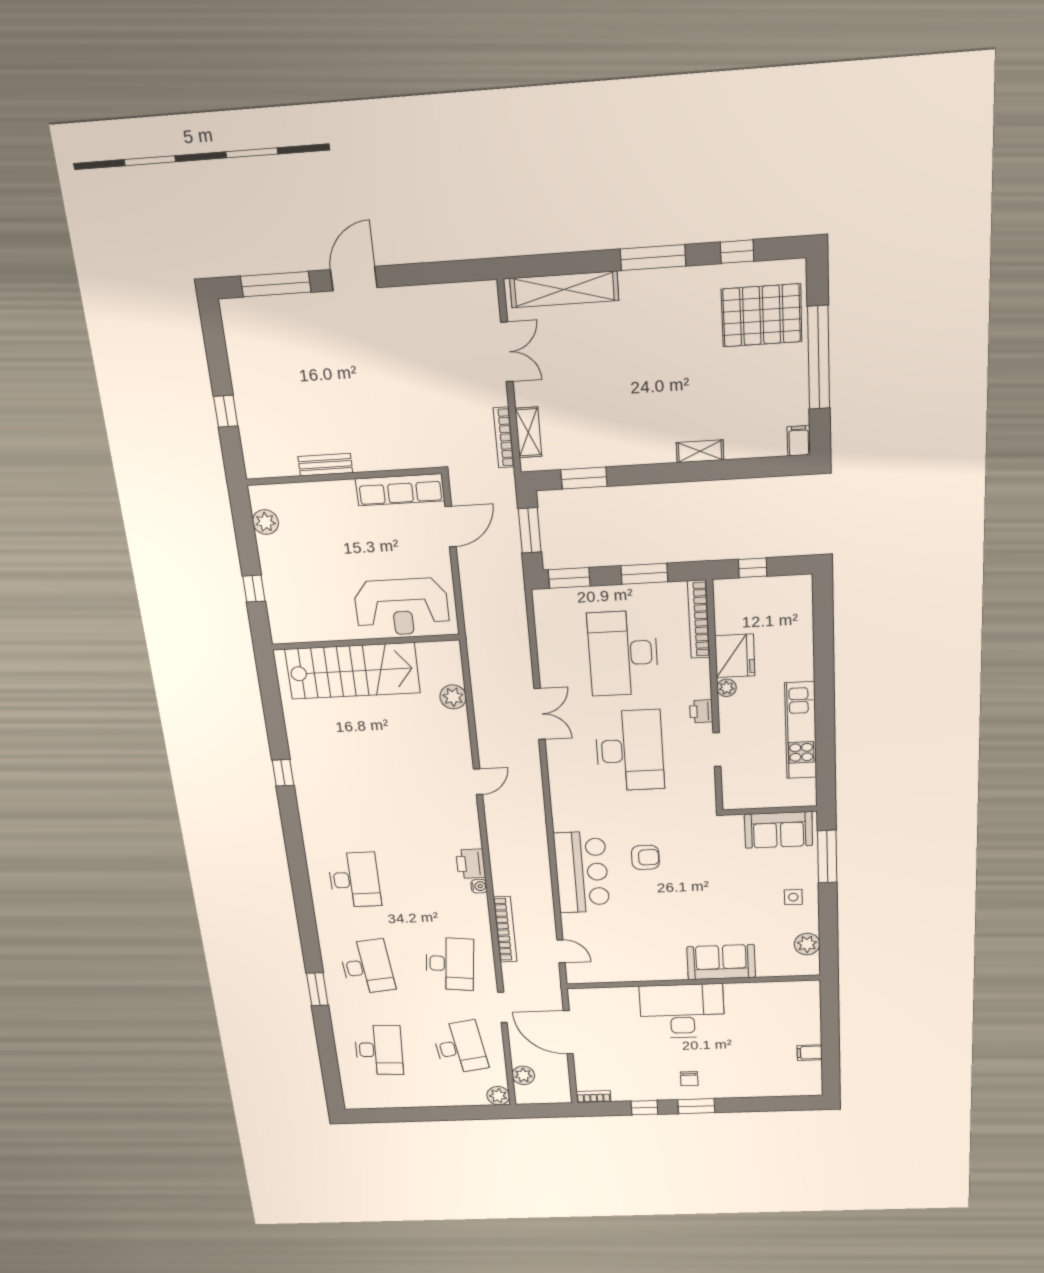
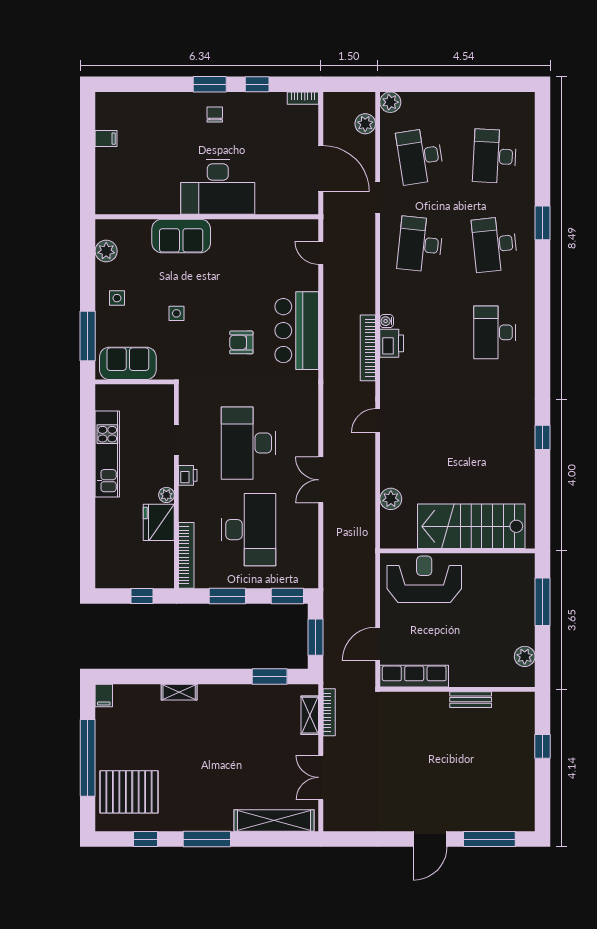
window: (254, 589) -> (542, 602), width x2.17
side table: (723, 884) -> (176, 313), added
bookcase: (505, 929) -> (368, 348), moved

